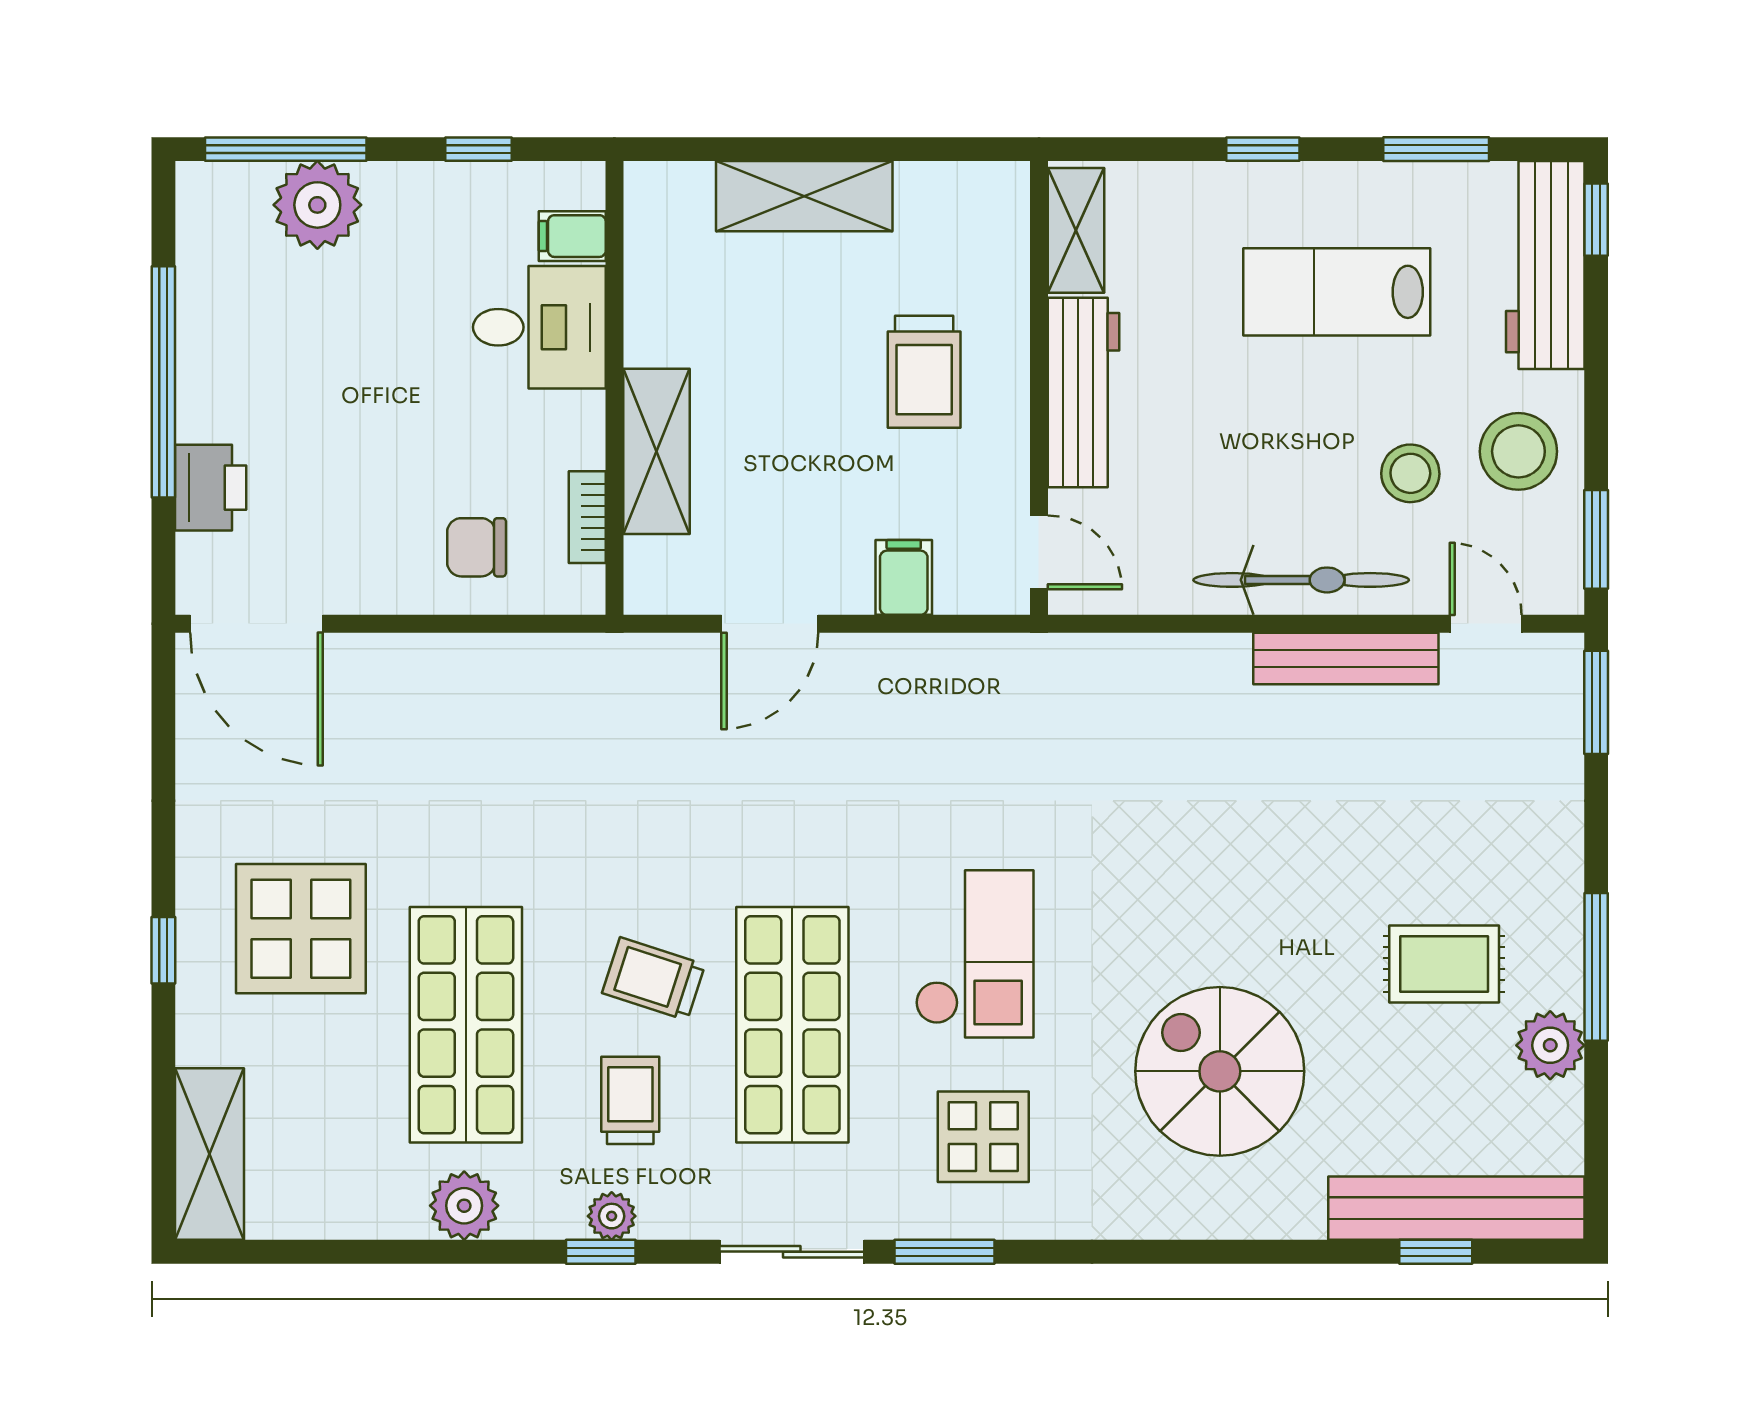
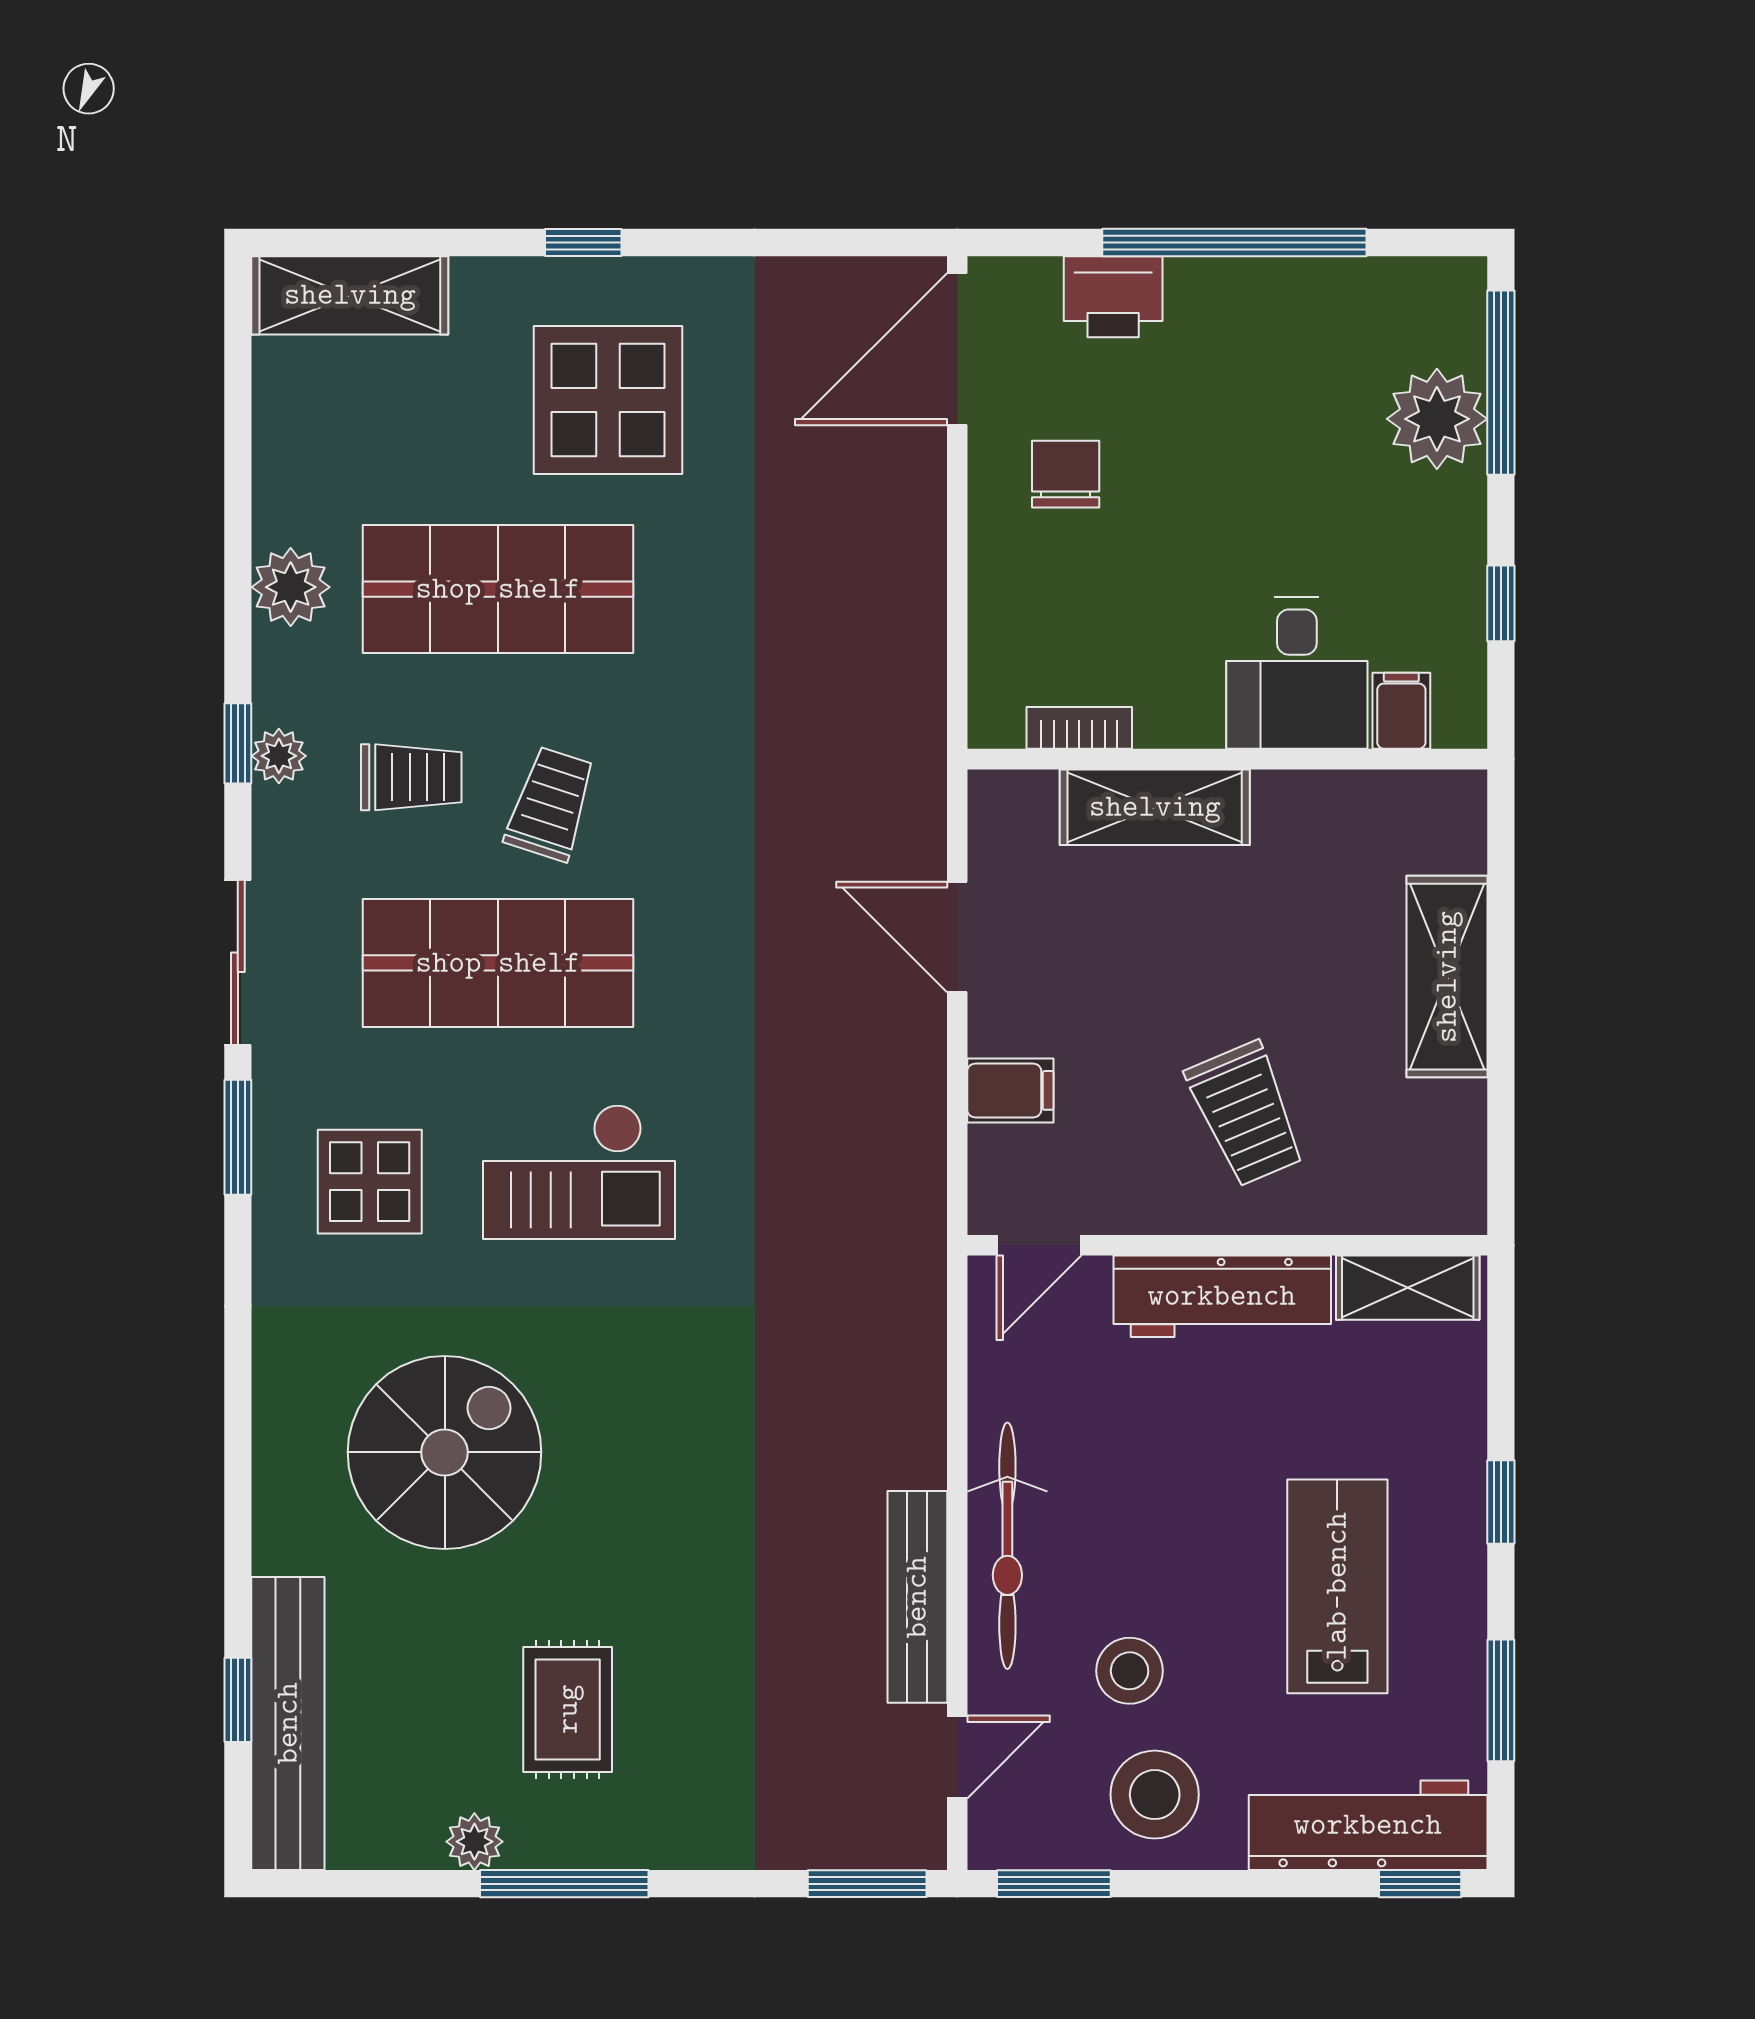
trolley: (924, 372) -> (1246, 1114), turned -113
chair: (477, 547) -> (1066, 474), moved
plant: (1550, 1045) -> (474, 1842), width x0.73, depth x0.73

